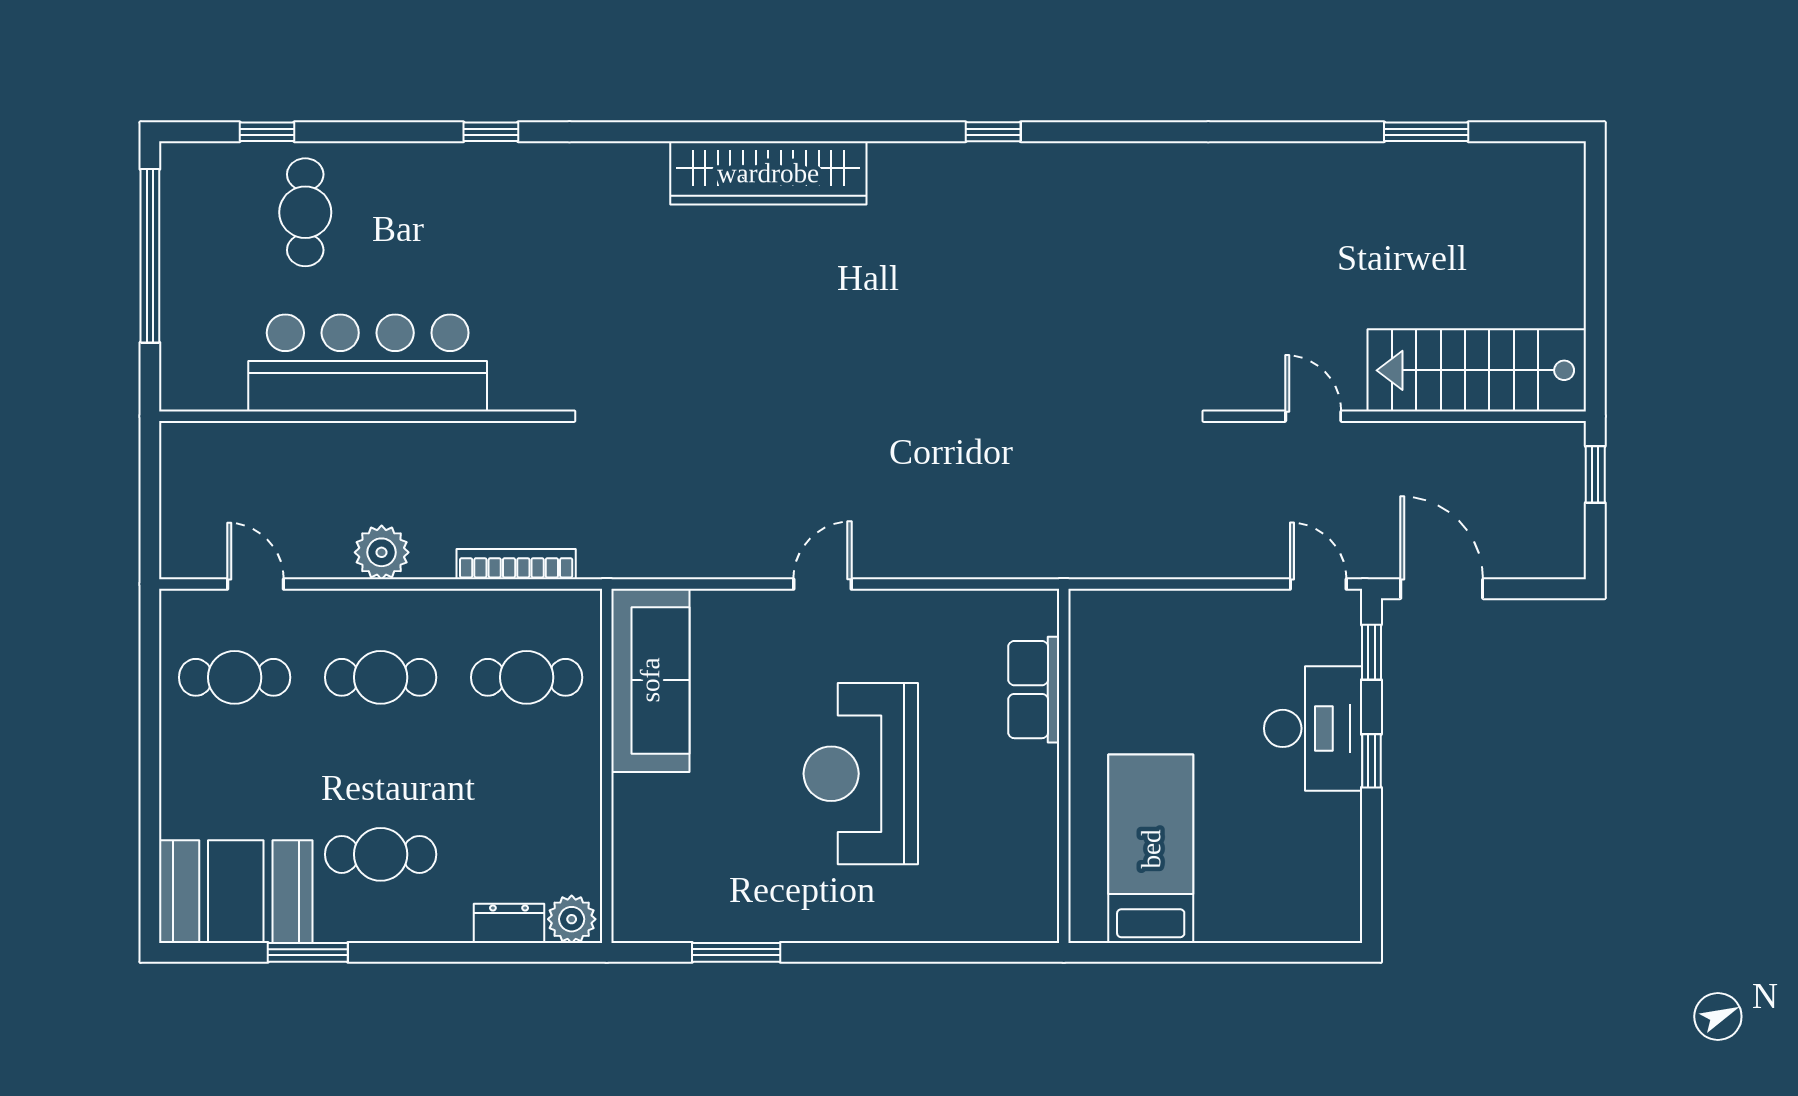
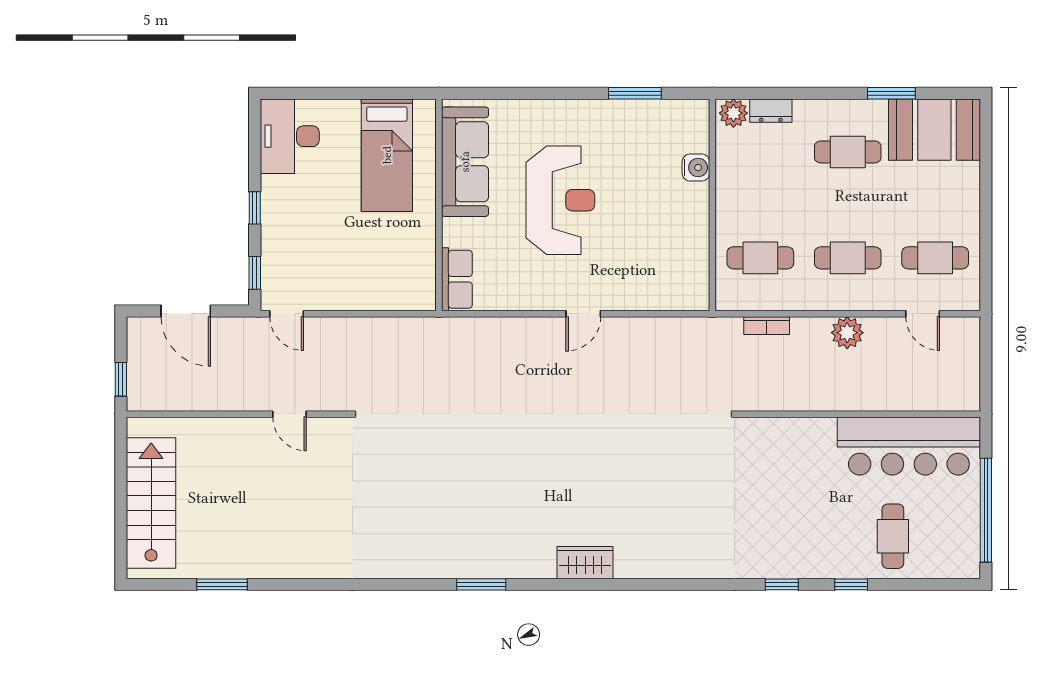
window: (267, 132) -> (851, 584), moved
window: (993, 132) -> (481, 584), width x1.50
wardrobe: (768, 173) -> (585, 563), width x0.48, depth x0.85
bar counter: (368, 363) -> (909, 446), moved
stairs: (1477, 370) -> (151, 503), moved, turned -90
bookcase: (516, 564) -> (767, 326), width x0.64
door: (1442, 589) -> (186, 311), moved
sofa: (650, 680) -> (465, 162), moved, turned 180
row of seats: (1034, 690) -> (457, 279), moved
desk: (1313, 728) -> (290, 136), moved
water cooler: (634, 828) -> (696, 168), added

